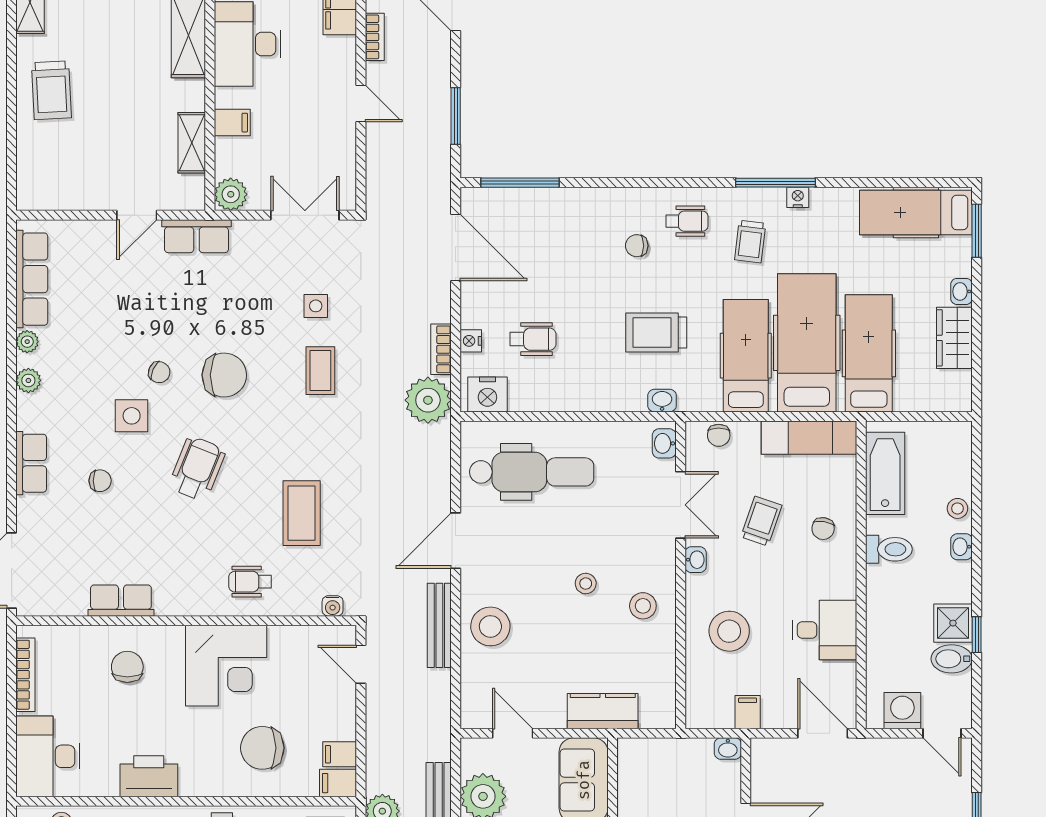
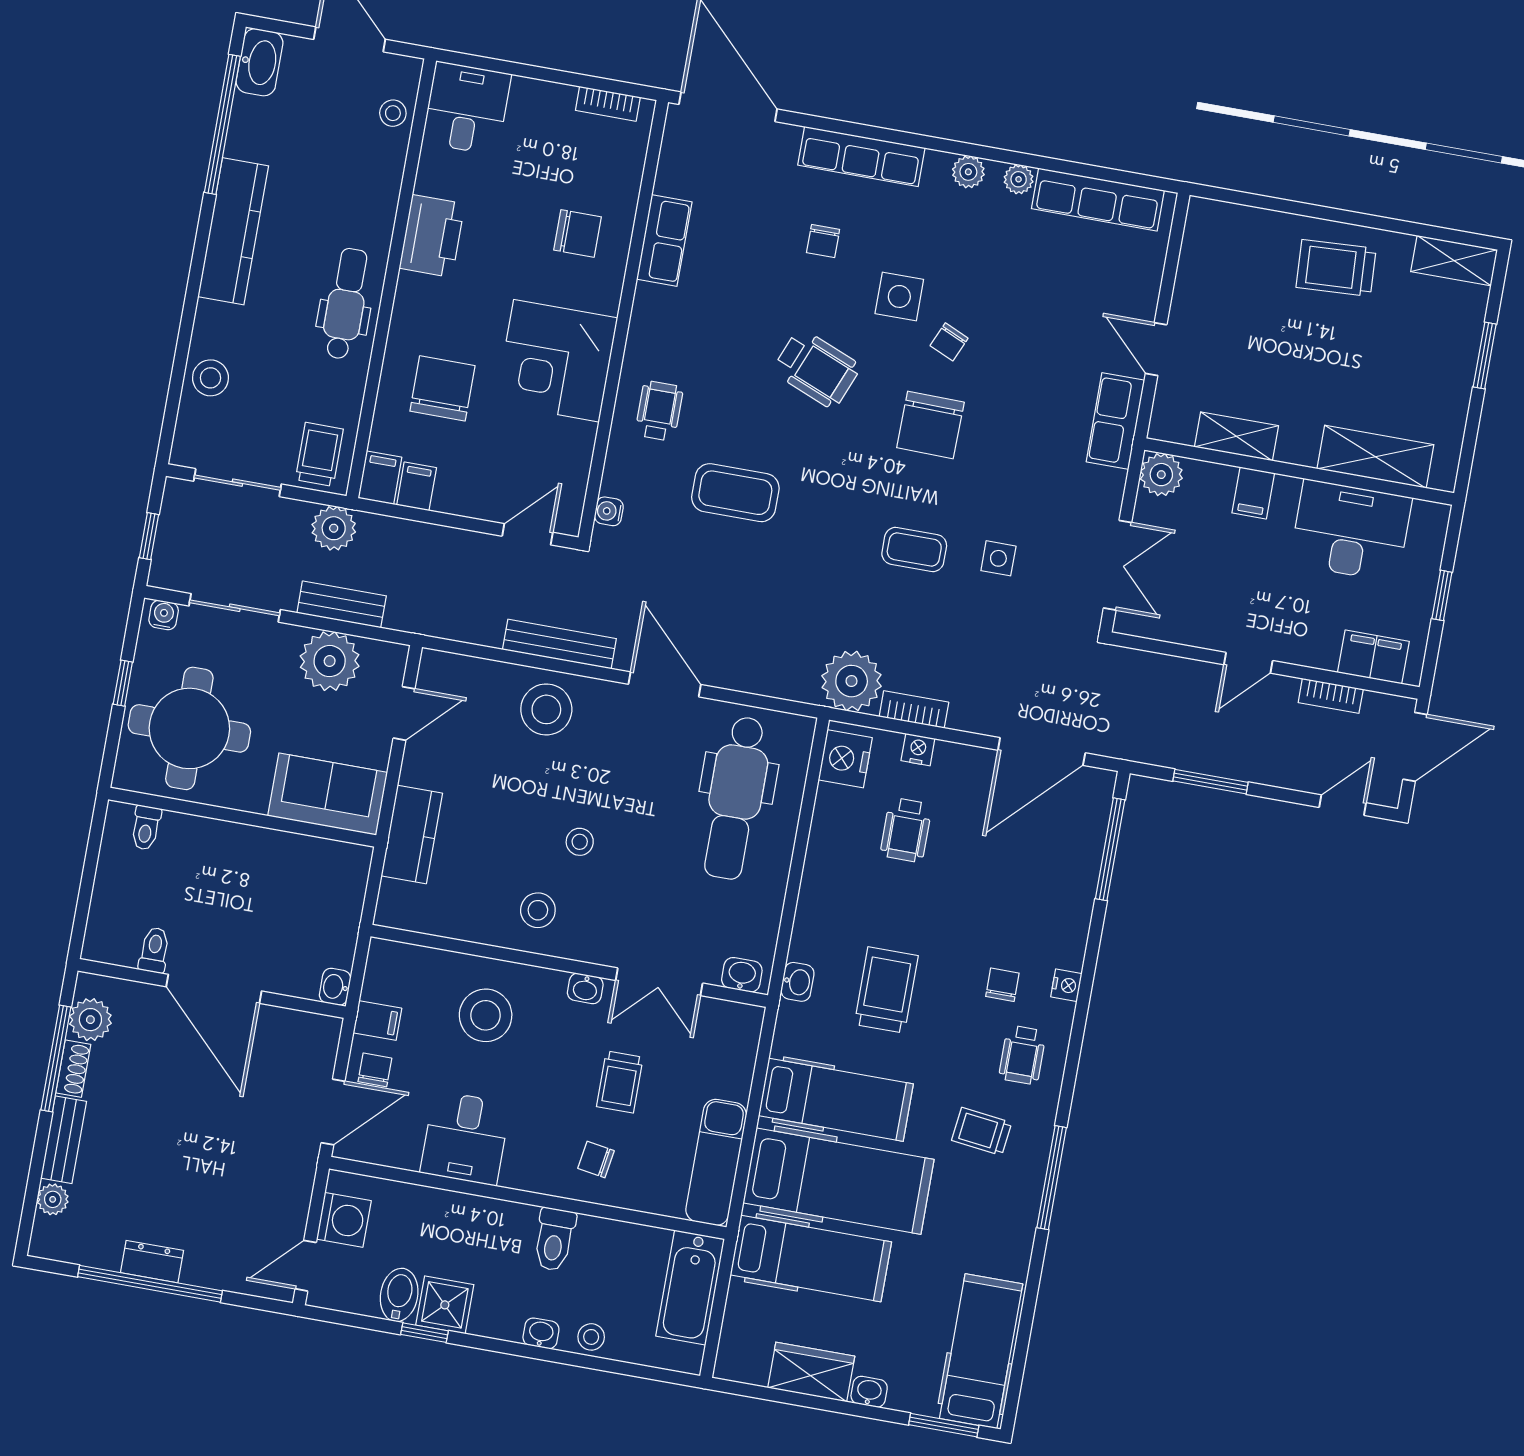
nightstand: (798, 197) -> (1066, 985), moved
chair: (719, 435) -> (375, 1070), moved, turned 90
row of seats: (31, 463) -> (861, 156), width x1.48
bathtub: (885, 473) -> (690, 1287), moved, turned 90
trolley: (761, 521) -> (620, 1082), turned 71
bookcase: (25, 675) -> (608, 104), width x0.64
desk: (48, 756) -> (467, 108), width x0.73

